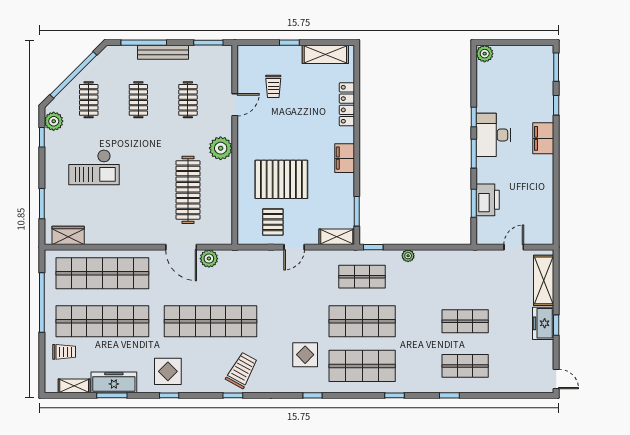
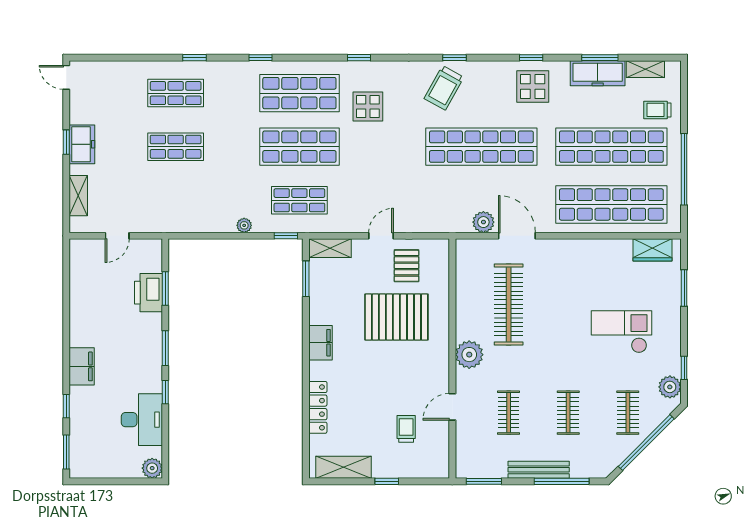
desk: (493, 135) -> (142, 420), moved
shelving: (544, 280) -> (78, 196), width x0.67, depth x0.75

